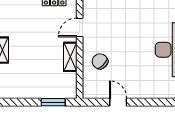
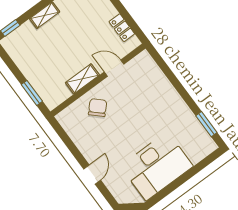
door: (118, 102) -> (92, 174), moved

